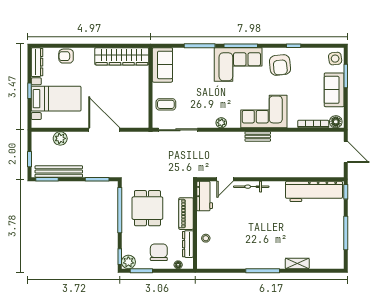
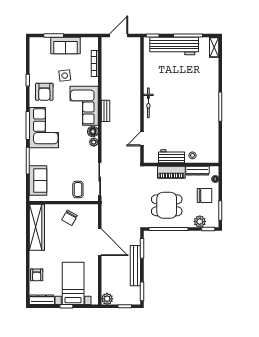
side table: (335, 59) -> (65, 76), moved
sofa: (162, 65) -> (38, 180), moved, turned 90
armchair: (280, 65) -> (44, 92), turned 96
chair: (133, 94) -> (69, 218), added
floor lamp: (336, 122) -> (93, 131), moved
door: (104, 130) -> (100, 242), swing flipped
plant: (60, 138) -> (107, 299), moved
bench: (59, 171) -> (135, 266), moved
door: (225, 179) -> (142, 139), swing flipped
bicycle: (251, 187) -> (148, 103), moved
workbench: (314, 191) -> (174, 46), moved, turned 90
workbench: (205, 196) -> (172, 156), moved
chair: (159, 252) -> (205, 196), turned 180
plant: (128, 262) -> (200, 222), moved
shelving: (297, 263) -> (214, 47), moved

